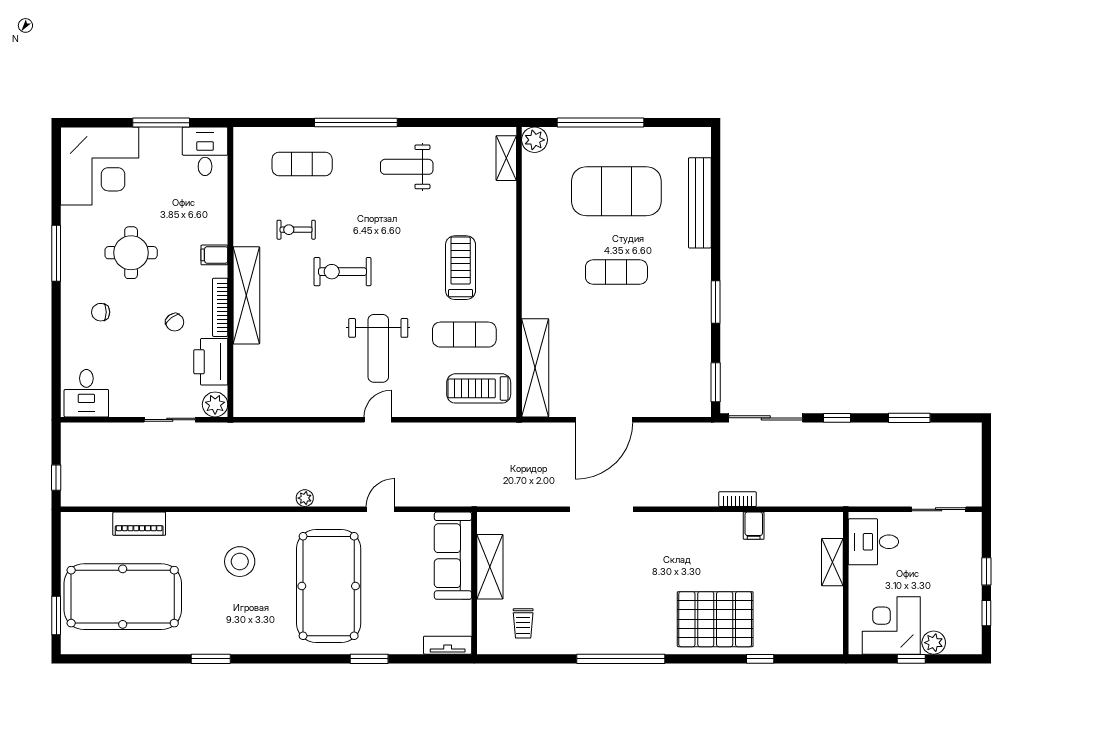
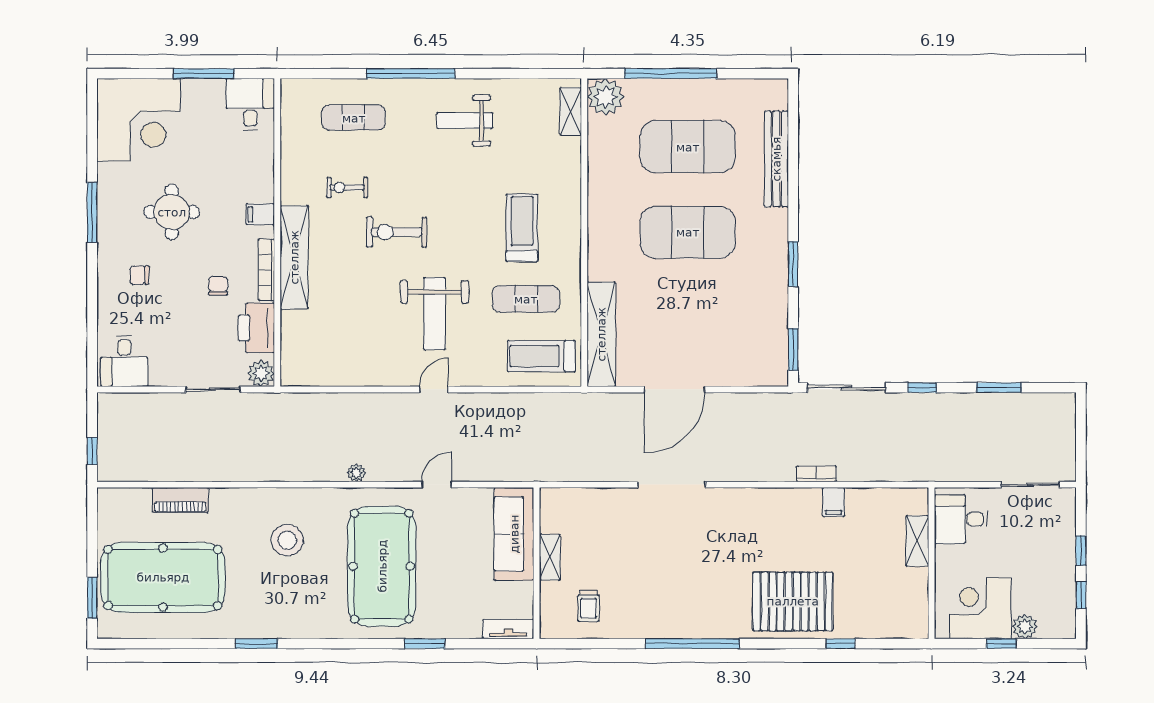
plant: (535, 140) -> (606, 97), width x1.36, depth x1.36
exercise mat: (616, 272) -> (688, 232), width x2.00, depth x1.45
chair: (175, 322) -> (218, 286), turned -144
shelving: (490, 567) -> (550, 557), width x0.67, depth x0.75

